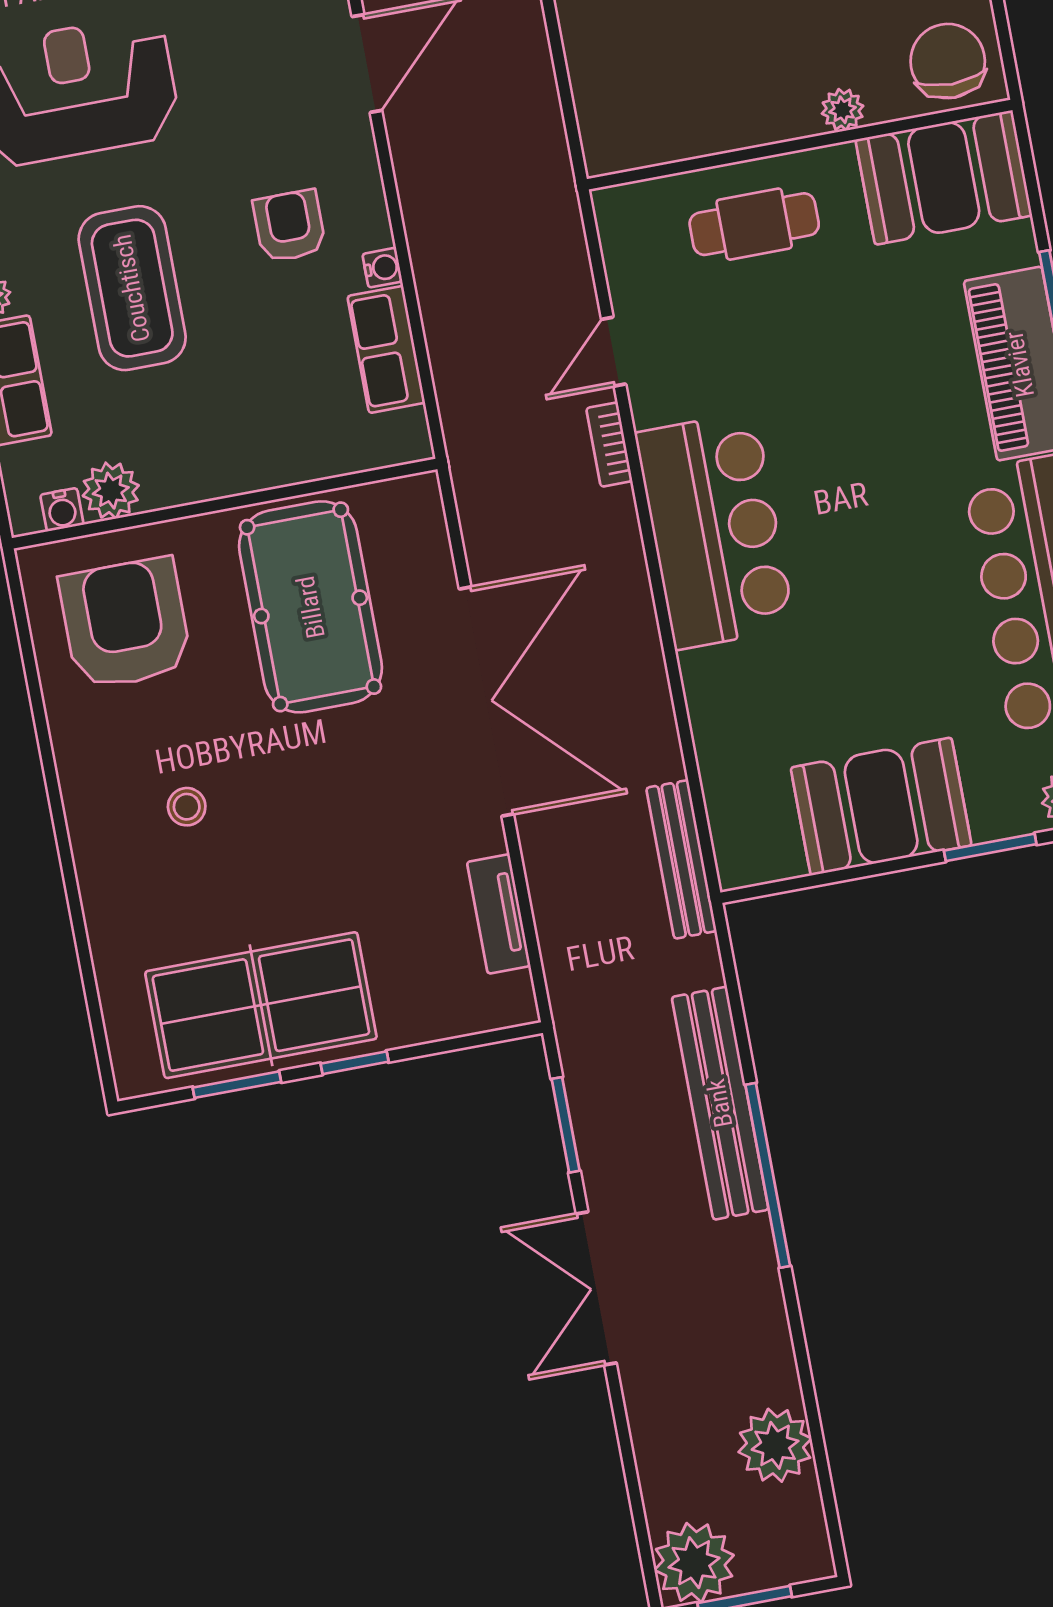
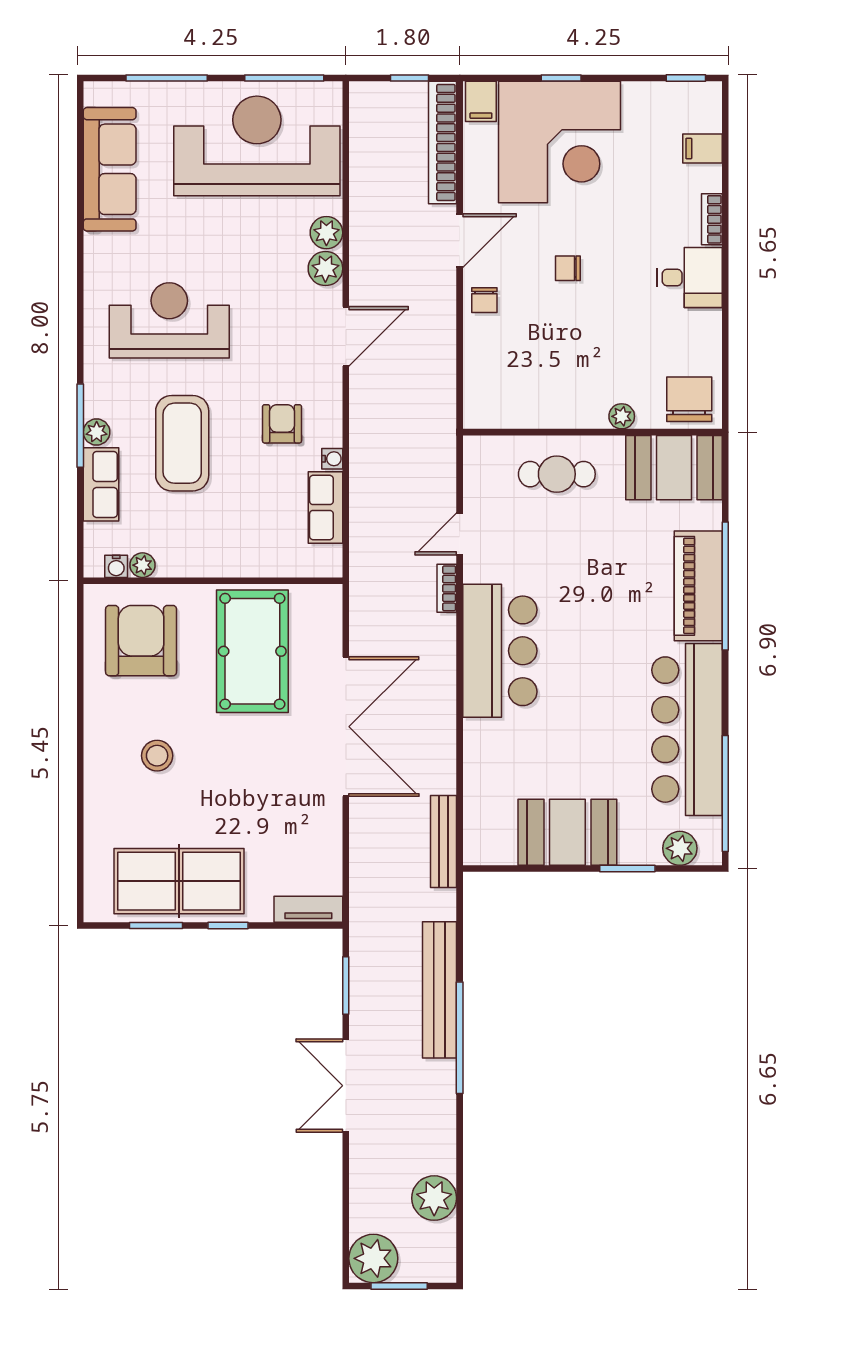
plant: (111, 491) -> (142, 565), width x0.73, depth x0.73
stool: (187, 807) -> (157, 756), width x1.37, depth x1.37
tv unit: (499, 914) -> (308, 909), moved, turned 90

